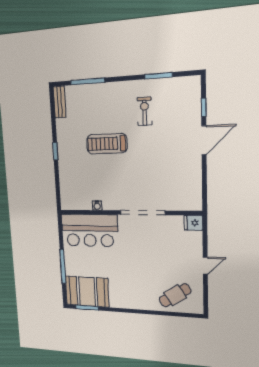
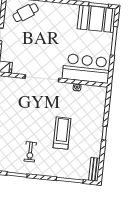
treadmill: (107, 144) -> (62, 133), turned -90

